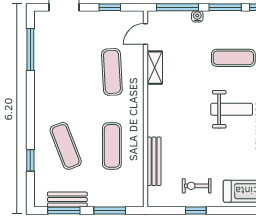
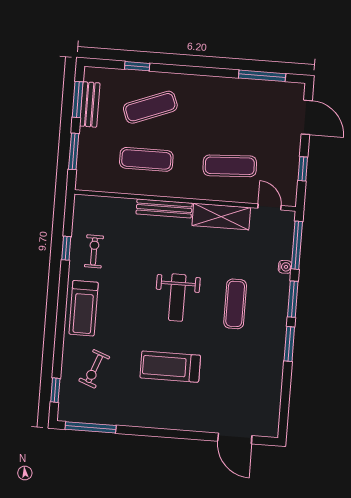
shelving: (155, 68) -> (221, 217), width x1.50, depth x1.33
bench: (154, 161) -> (164, 208), moved

